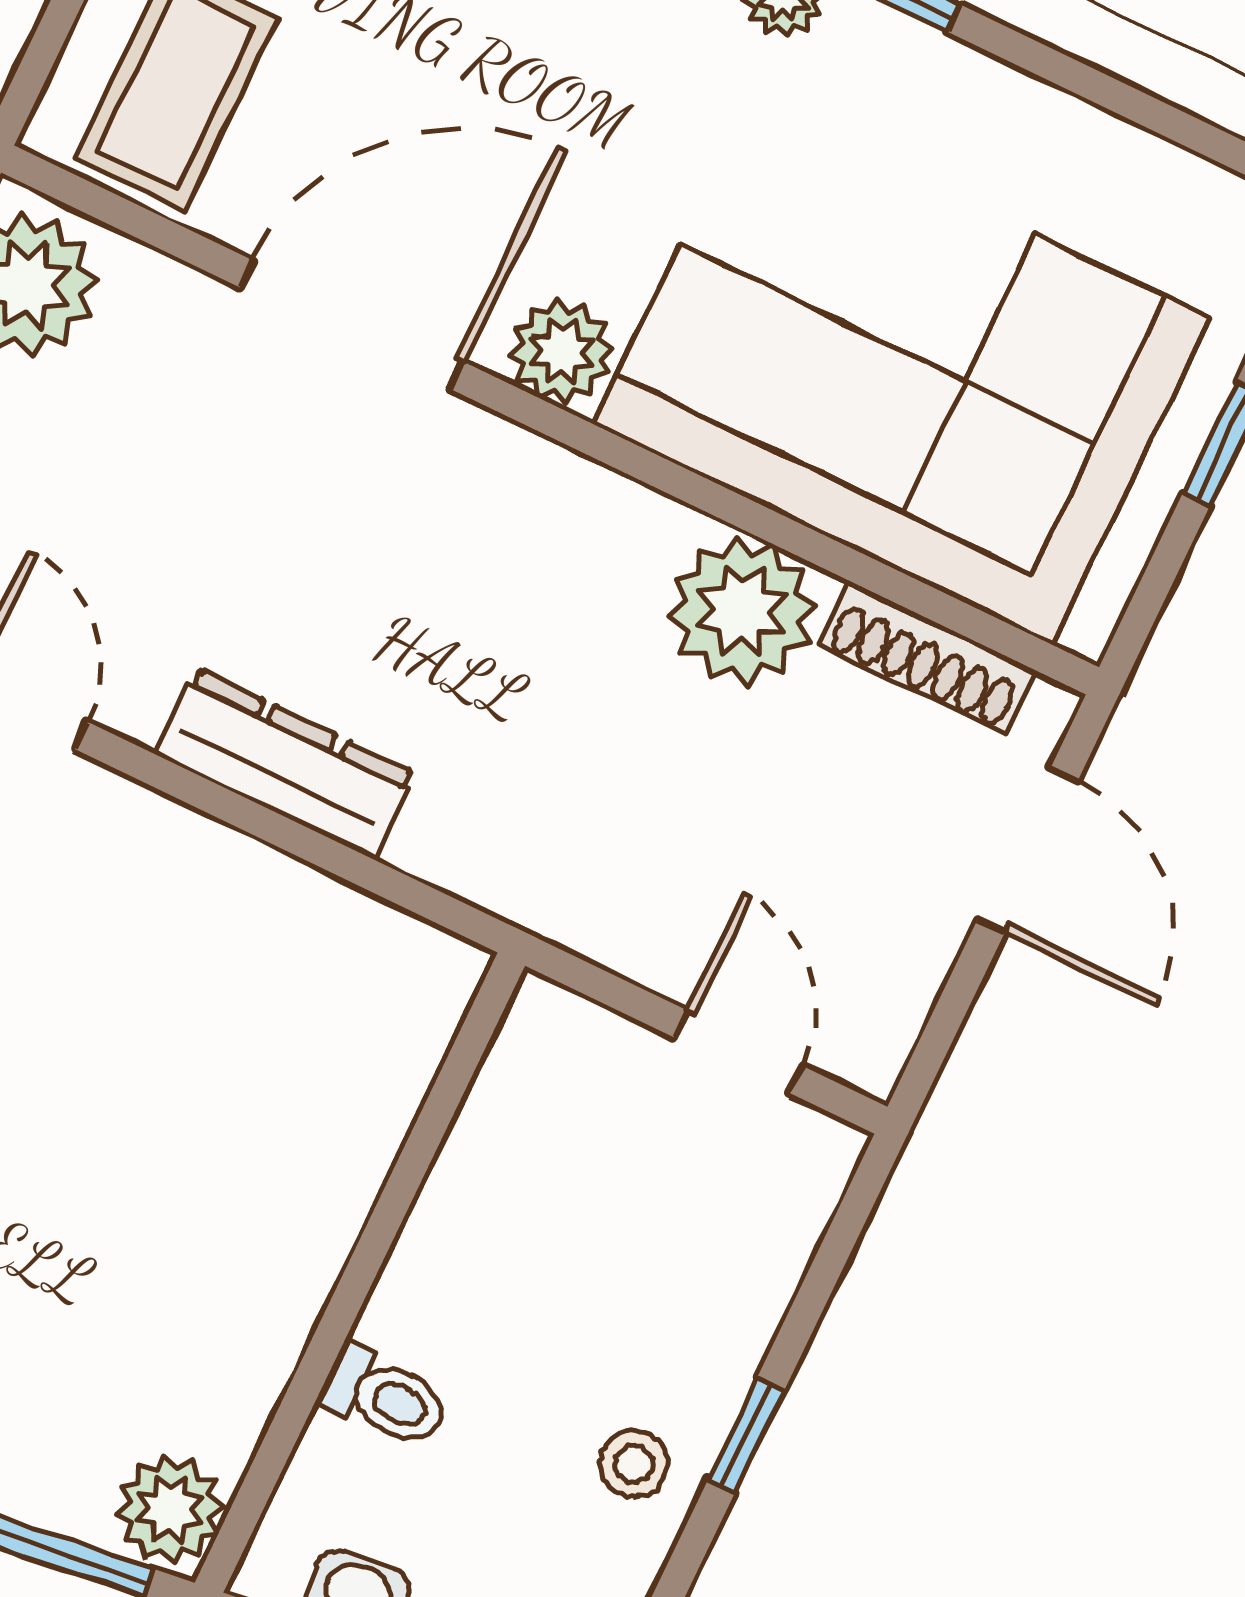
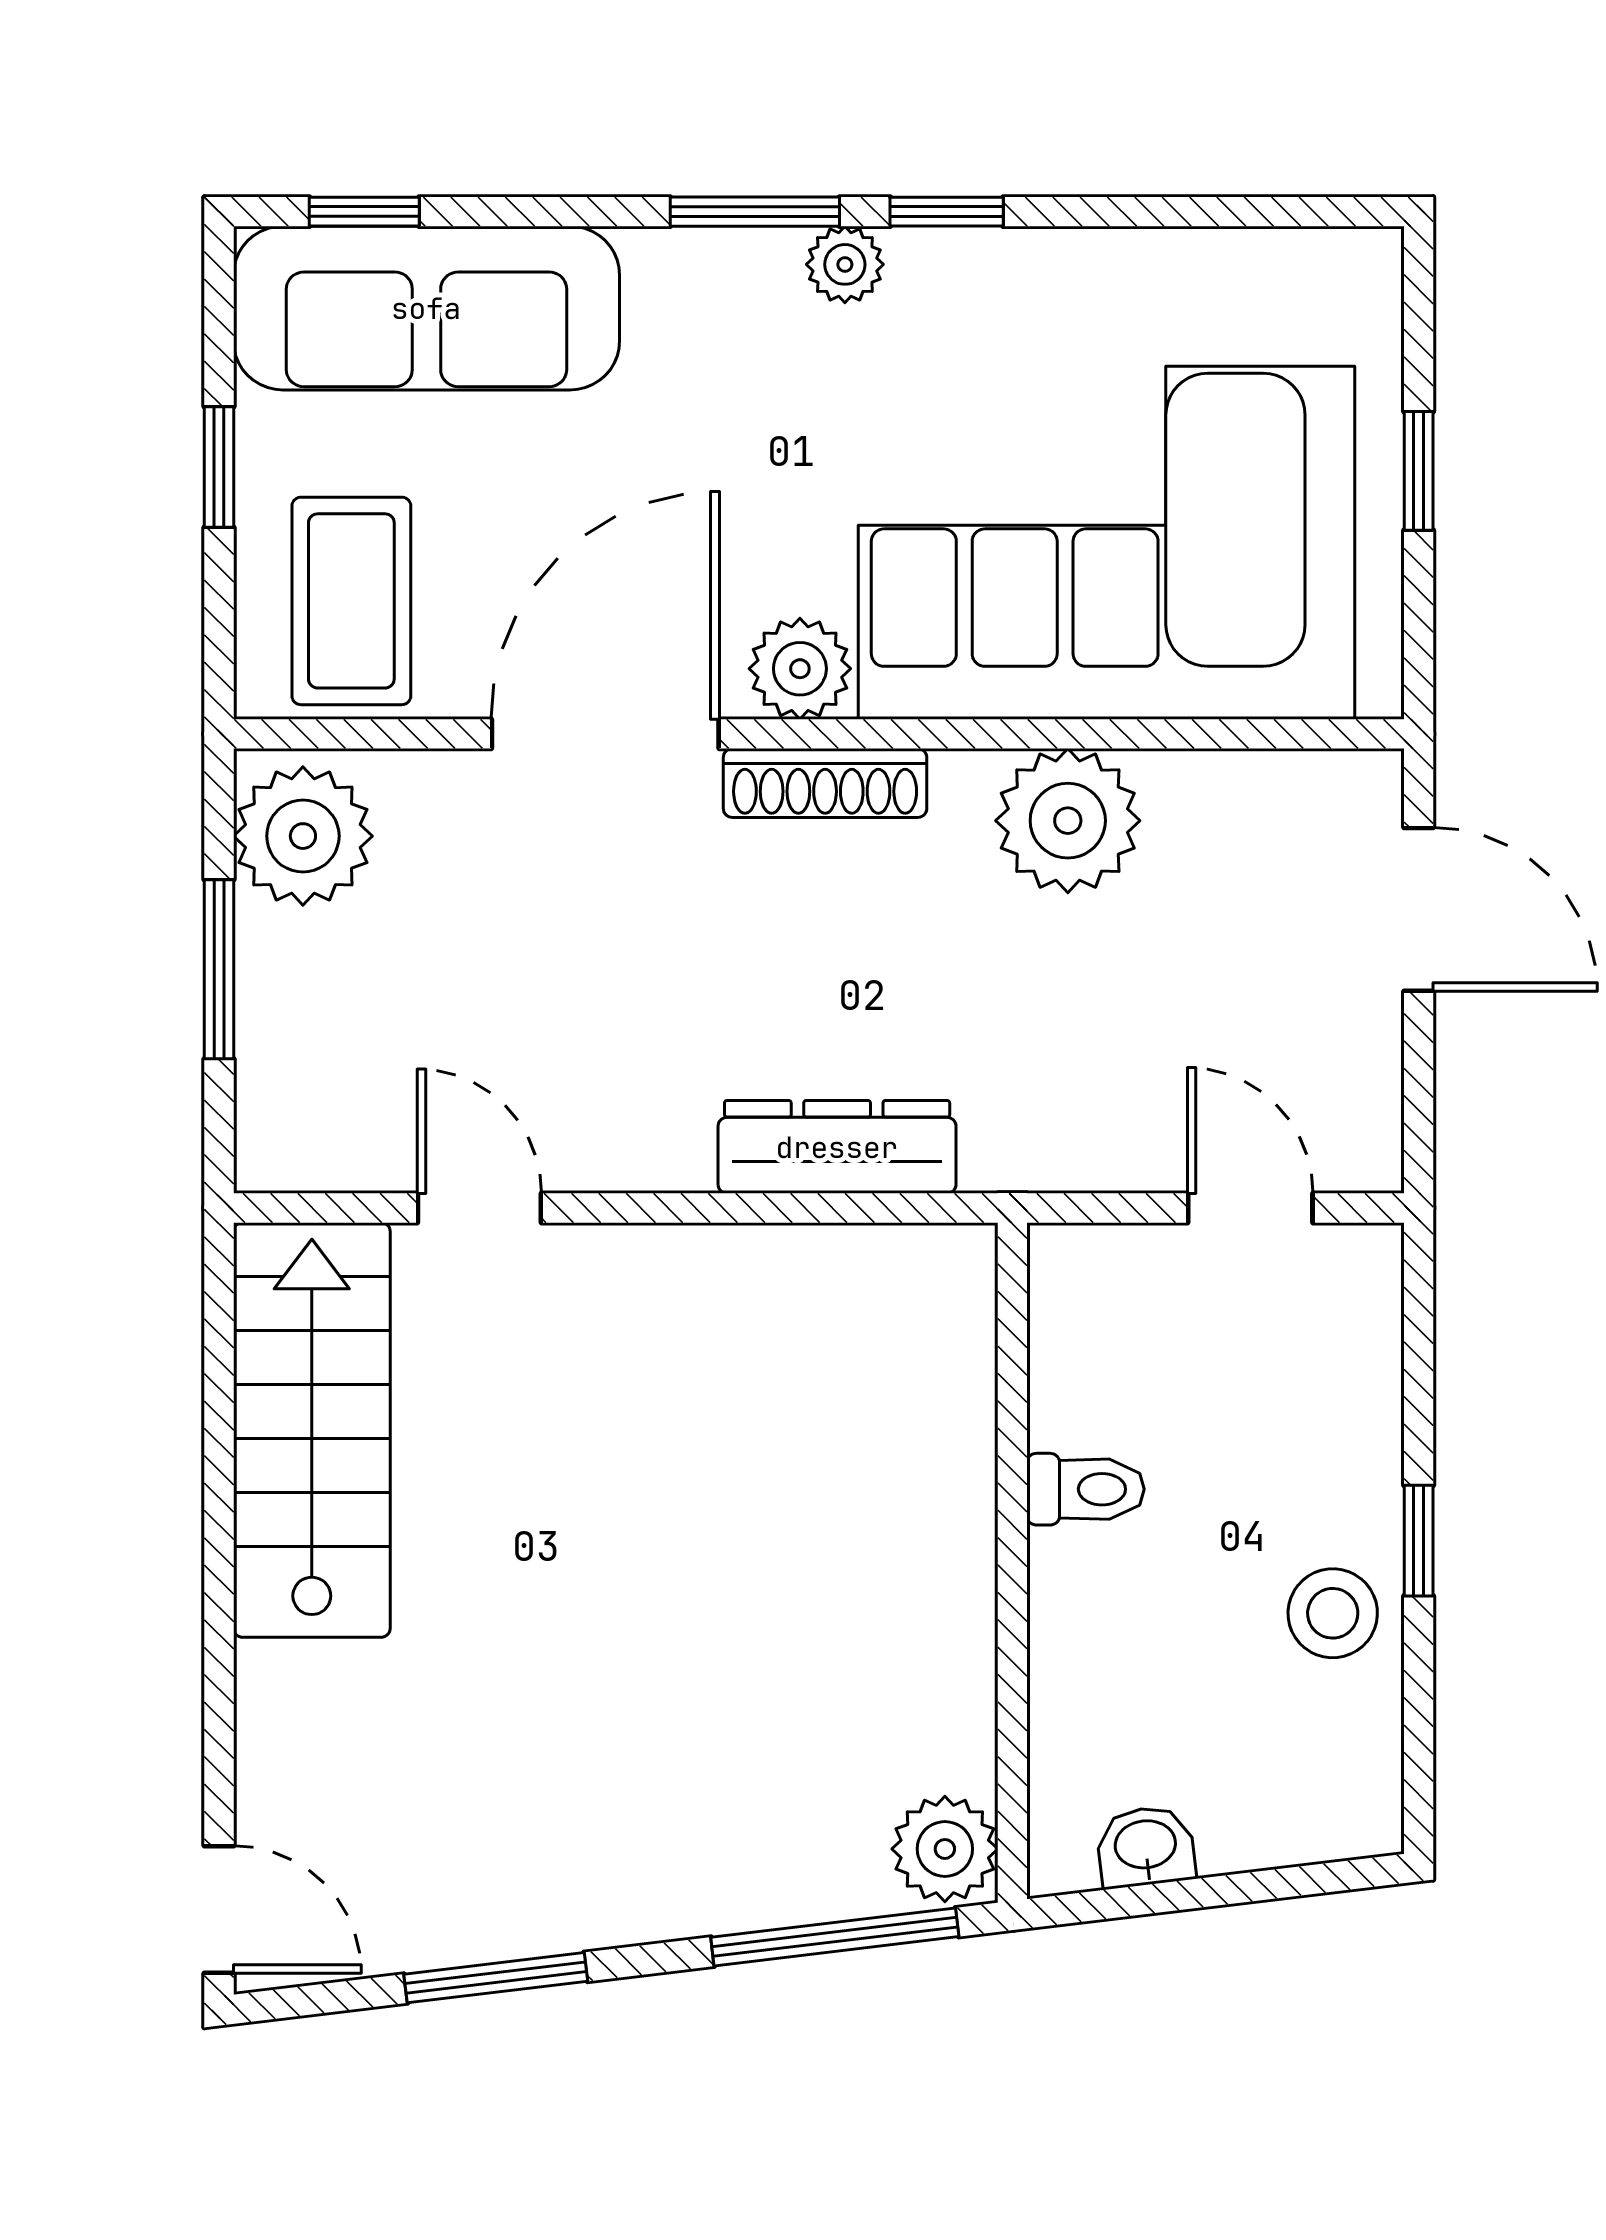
shoe rack: (927, 657) -> (825, 783), moved
dresser: (285, 764) -> (837, 1147), moved
toilet: (384, 1397) -> (1086, 1489), moved
stool: (634, 1464) -> (1333, 1613), width x1.37, depth x1.37

